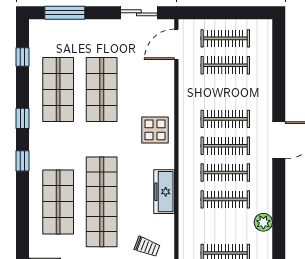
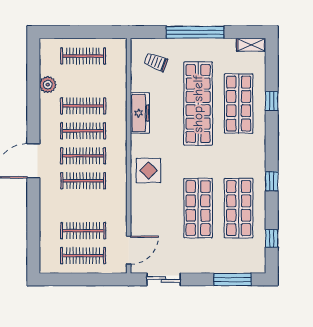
window: (23, 161) -> (272, 101), moved

